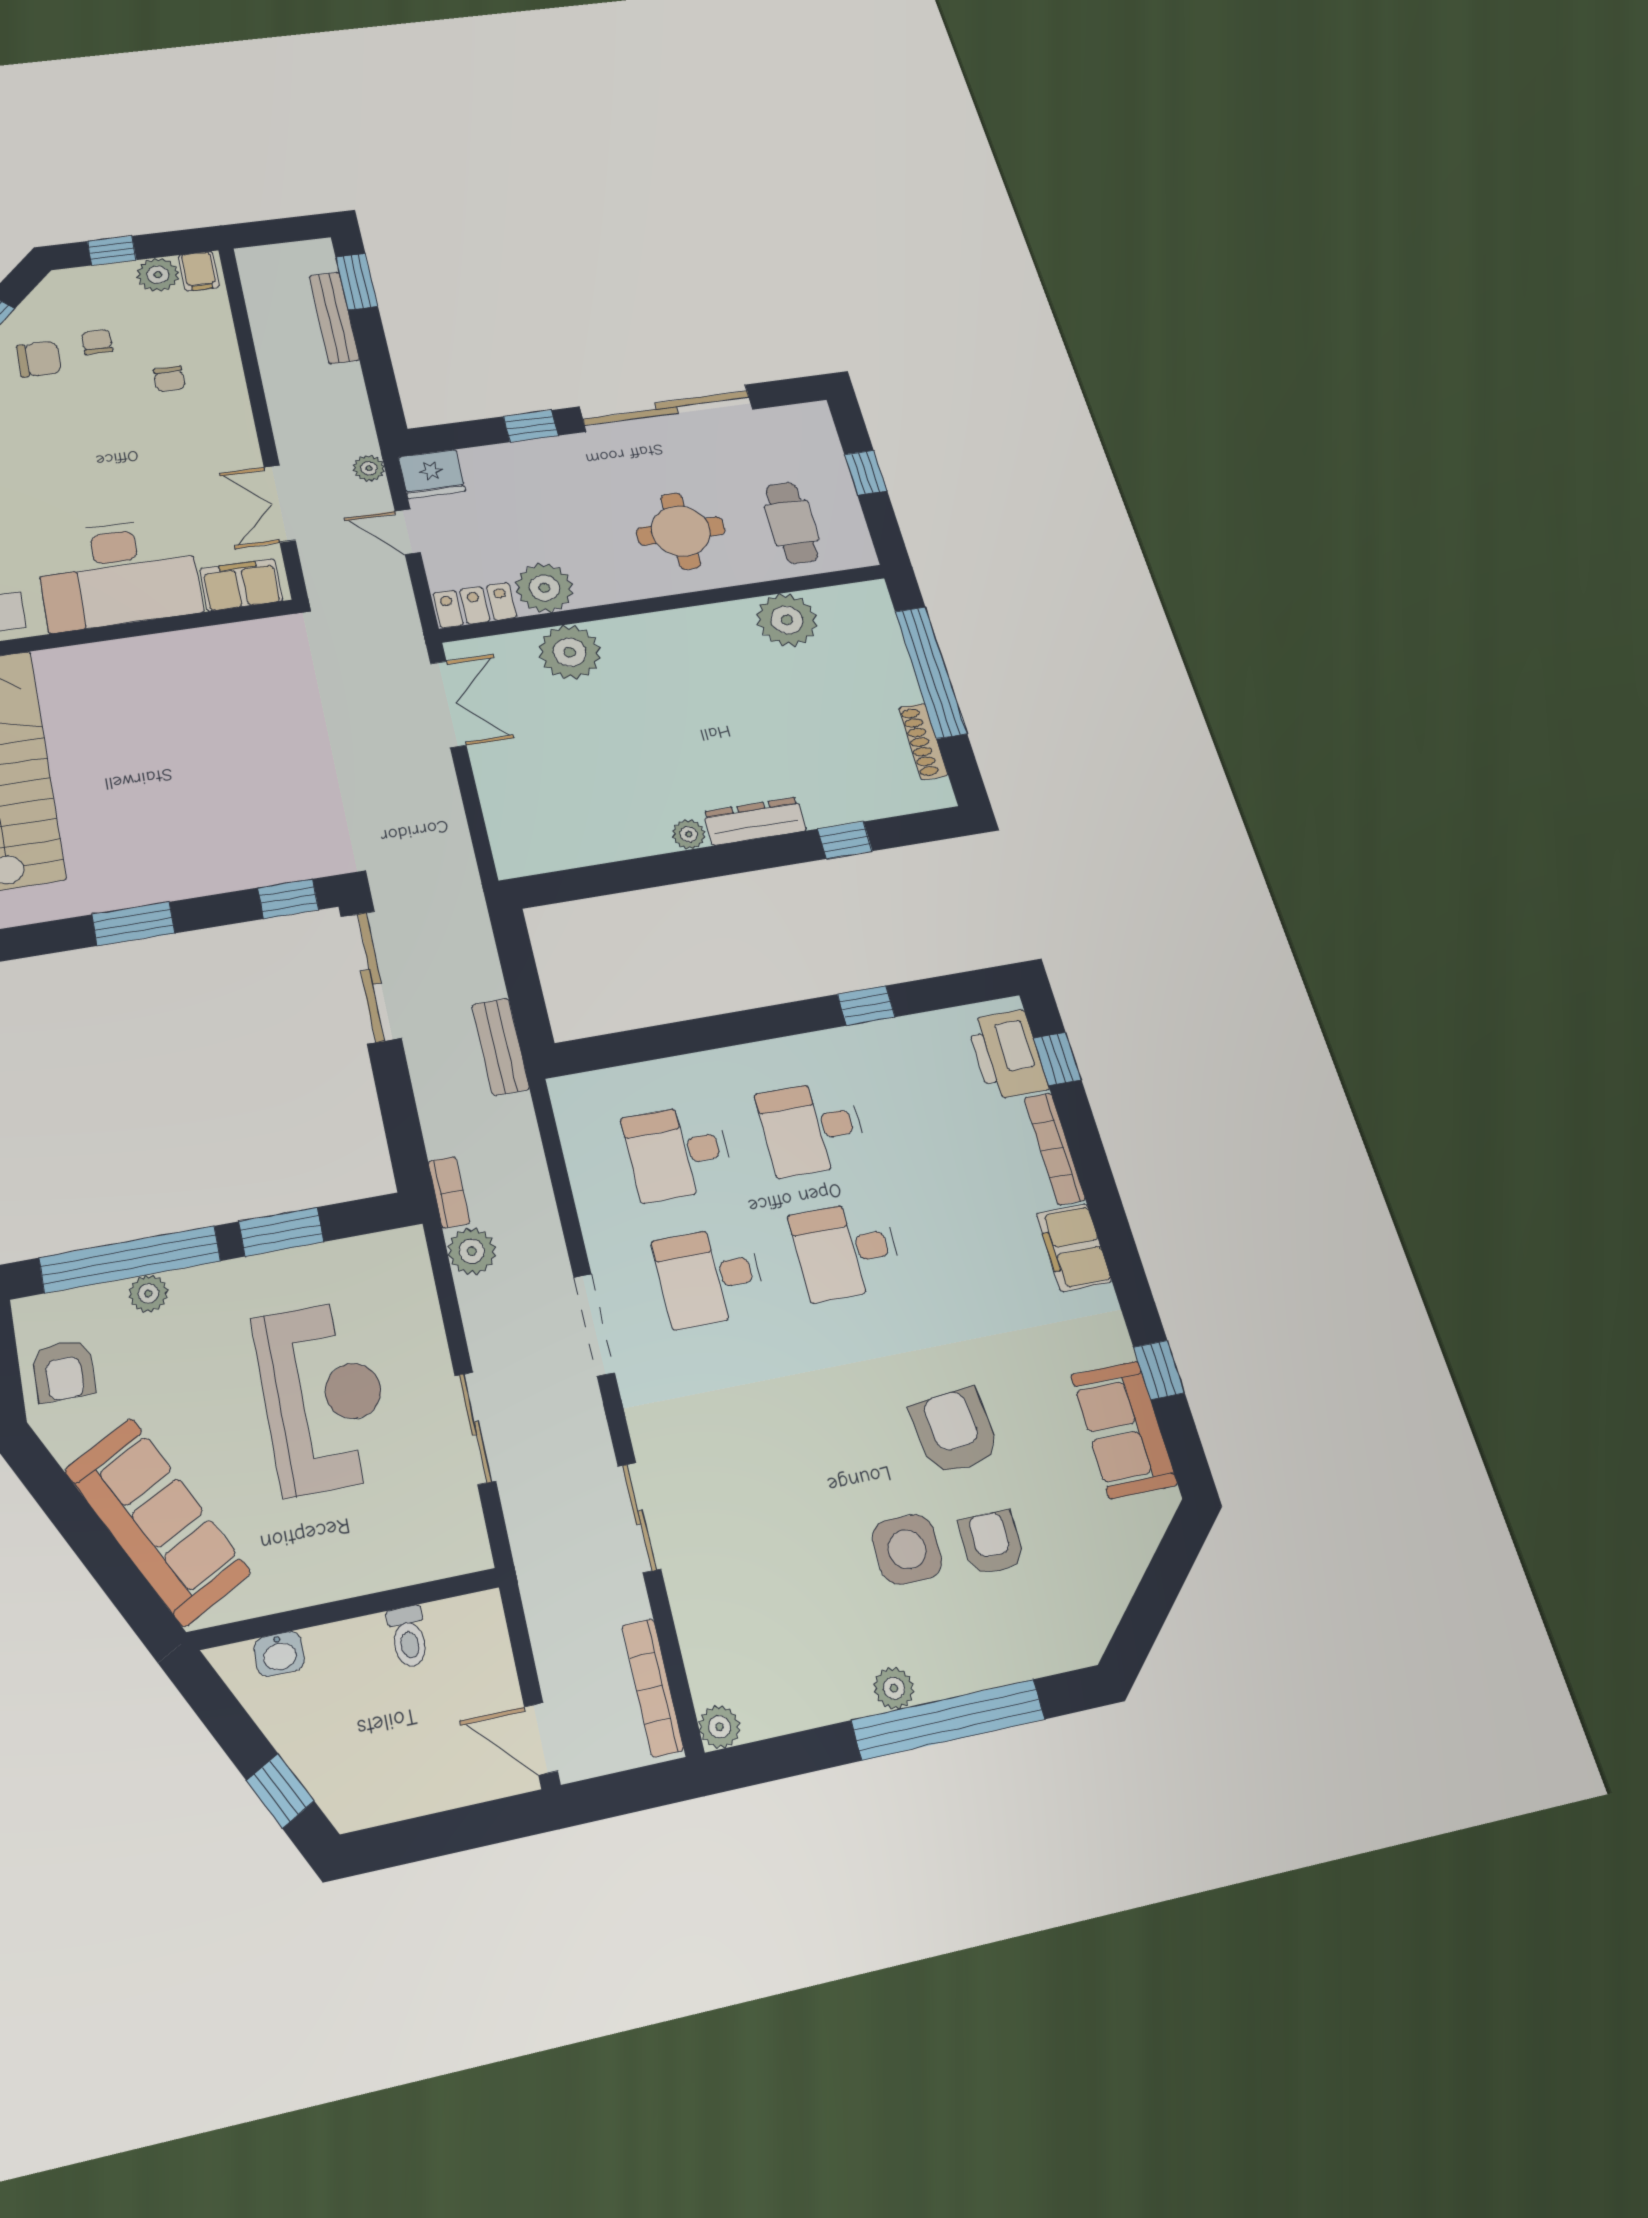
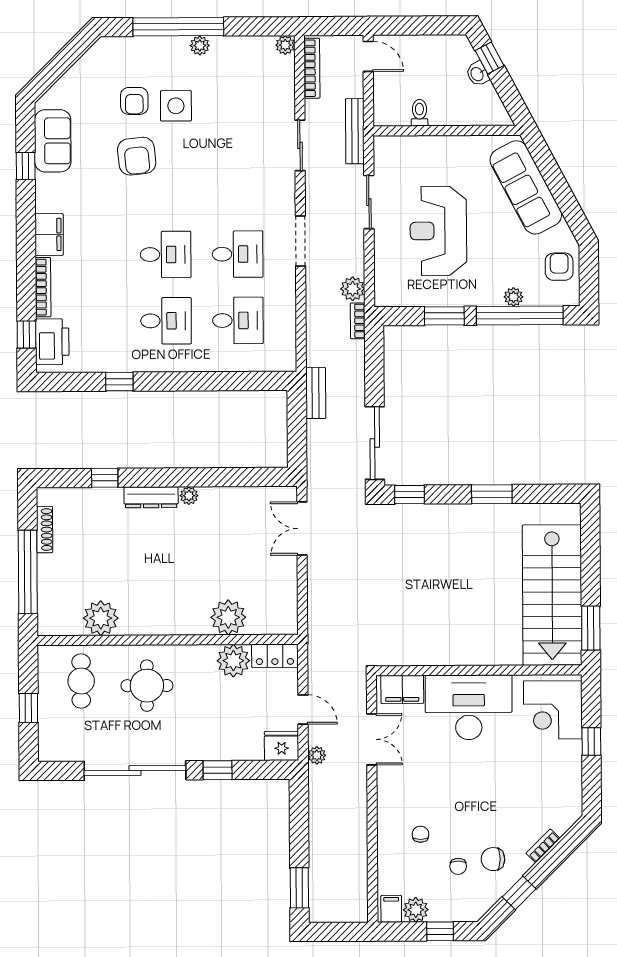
bench: (334, 318) -> (355, 131), moved
double door: (448, 704) -> (302, 529), moved
washbasin: (279, 1654) -> (477, 74), moved, turned -118

